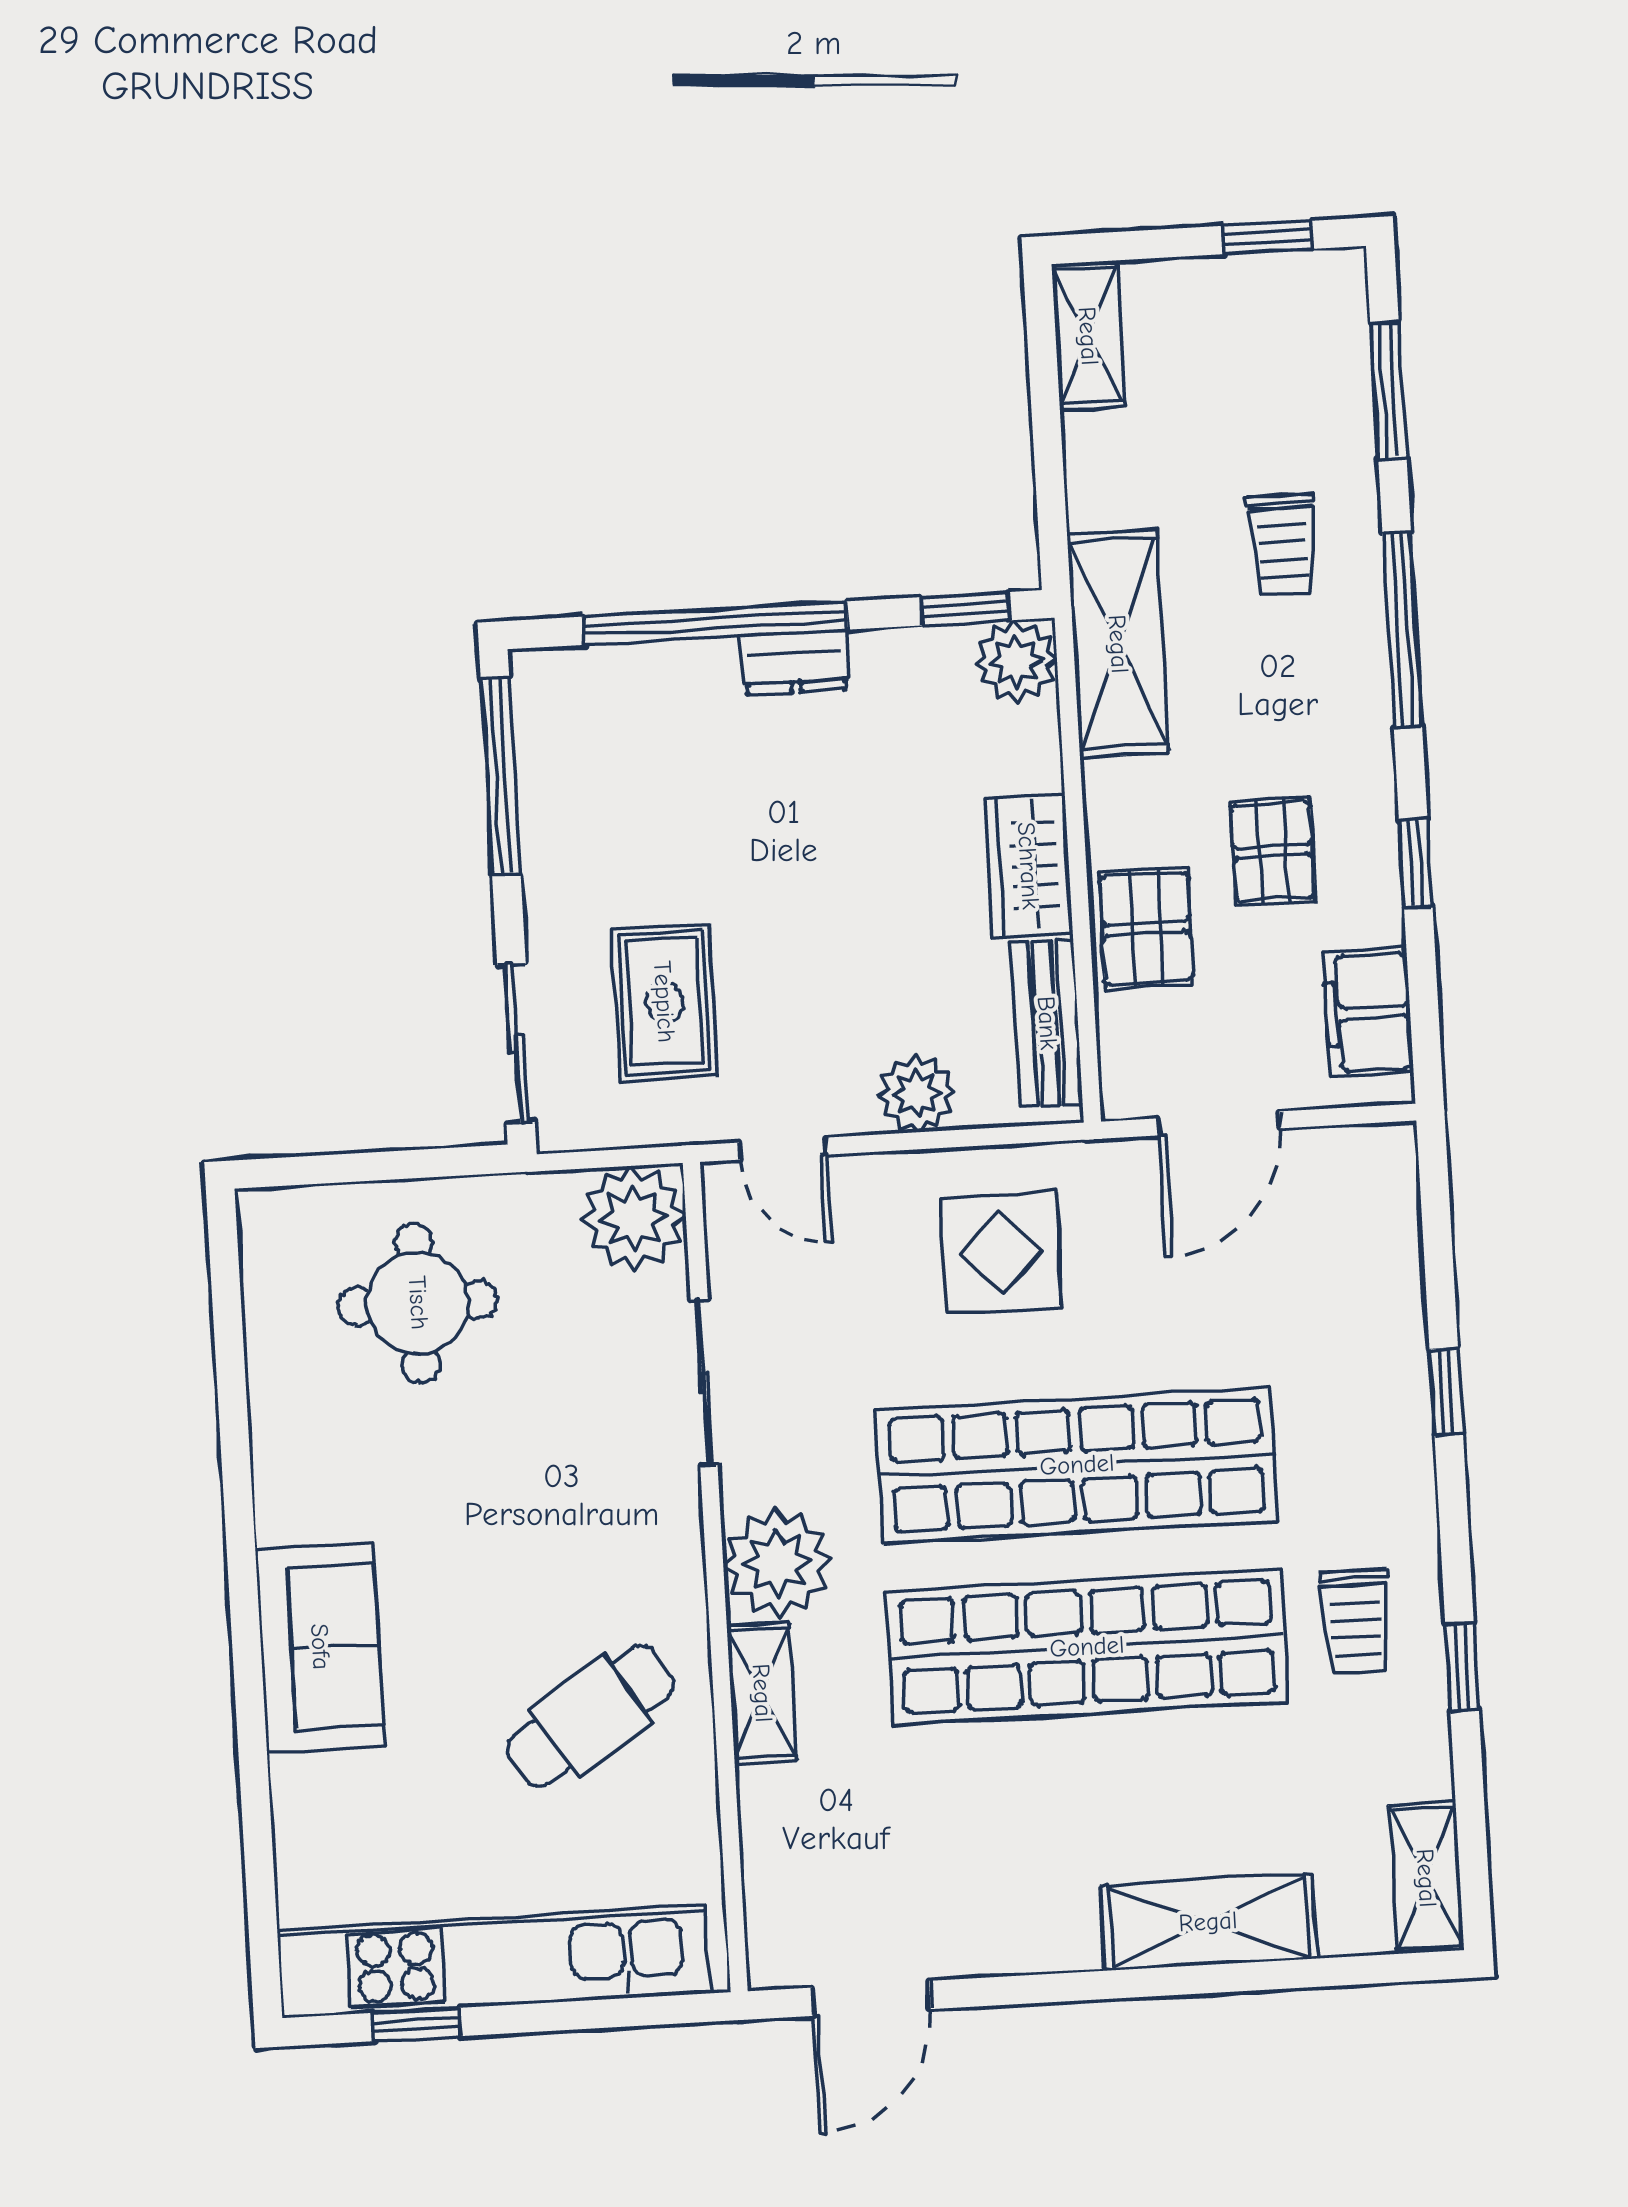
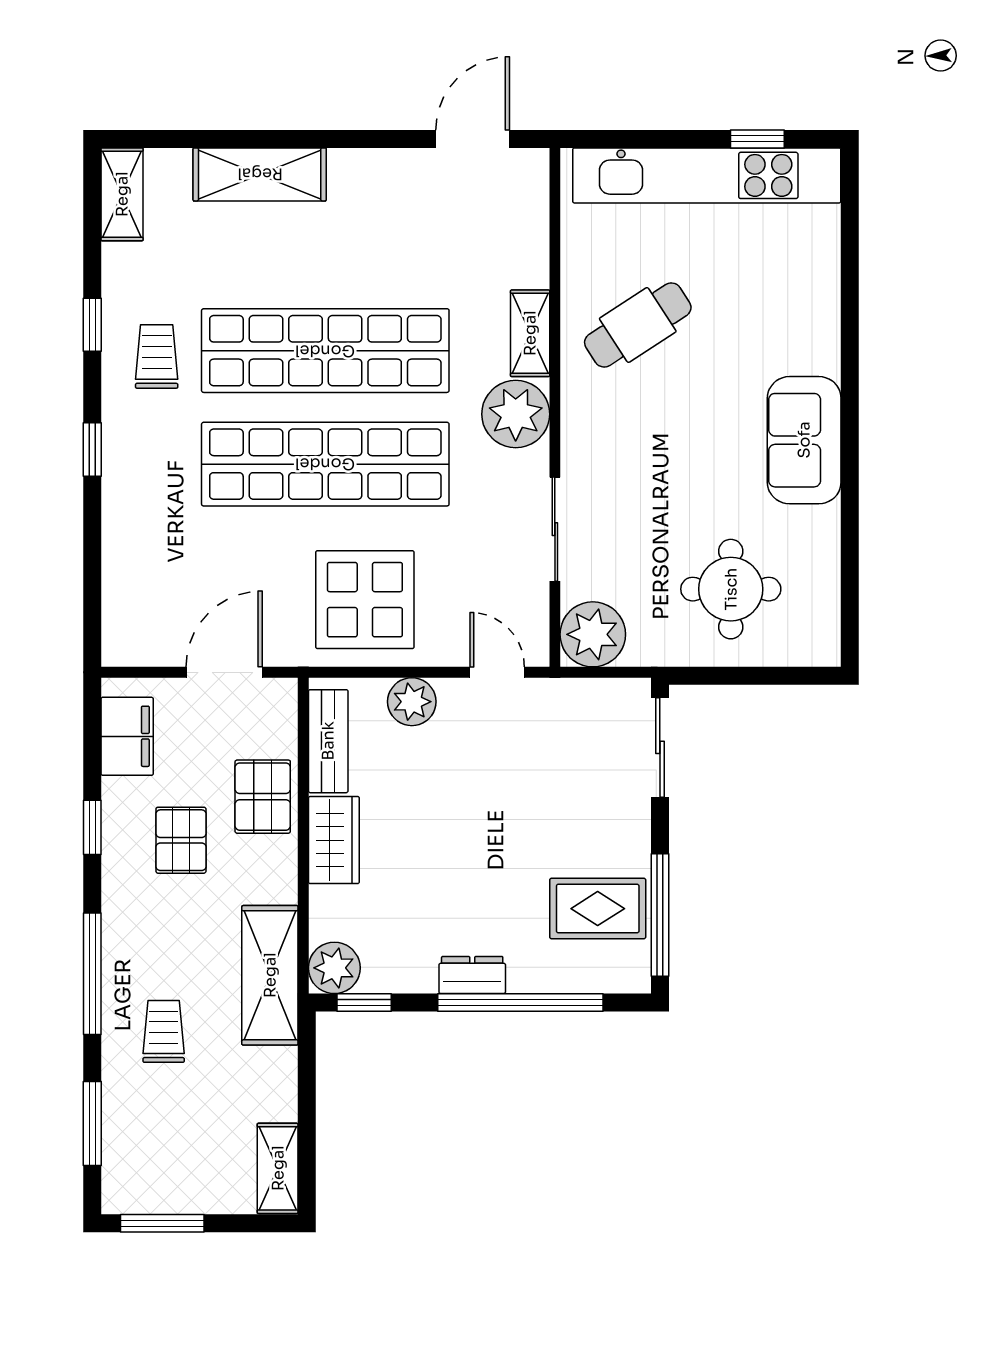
window: (1267, 237) -> (162, 1223), width x1.50
rug: (664, 1002) -> (598, 909), moved, turned 90
display table: (1001, 1252) -> (365, 600), width x1.36, depth x1.36
window: (1446, 1391) -> (92, 450), moved
sofa: (320, 1647) -> (804, 440), moved

